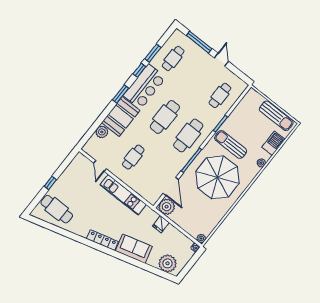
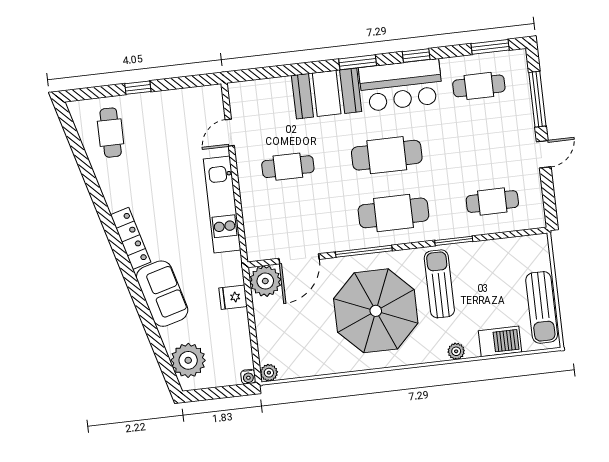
window: (153, 53) -> (490, 47), moved
plant: (102, 132) -> (279, 89), removed
cafe table: (57, 209) -> (111, 133), width x0.73, depth x0.74

